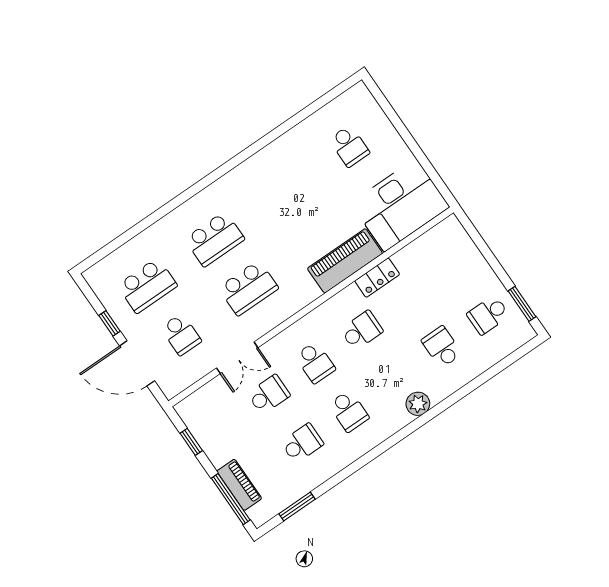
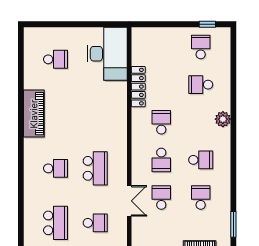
school desk: (215, 239) -> (56, 168), width x0.54
piano: (345, 261) -> (34, 114), moved, turned 180
locker: (377, 278) -> (138, 87), width x1.53
window: (522, 304) -> (207, 24), width x0.67
school desk: (488, 315) -> (201, 47), turned 180
school desk: (315, 362) -> (161, 160), turned 90

